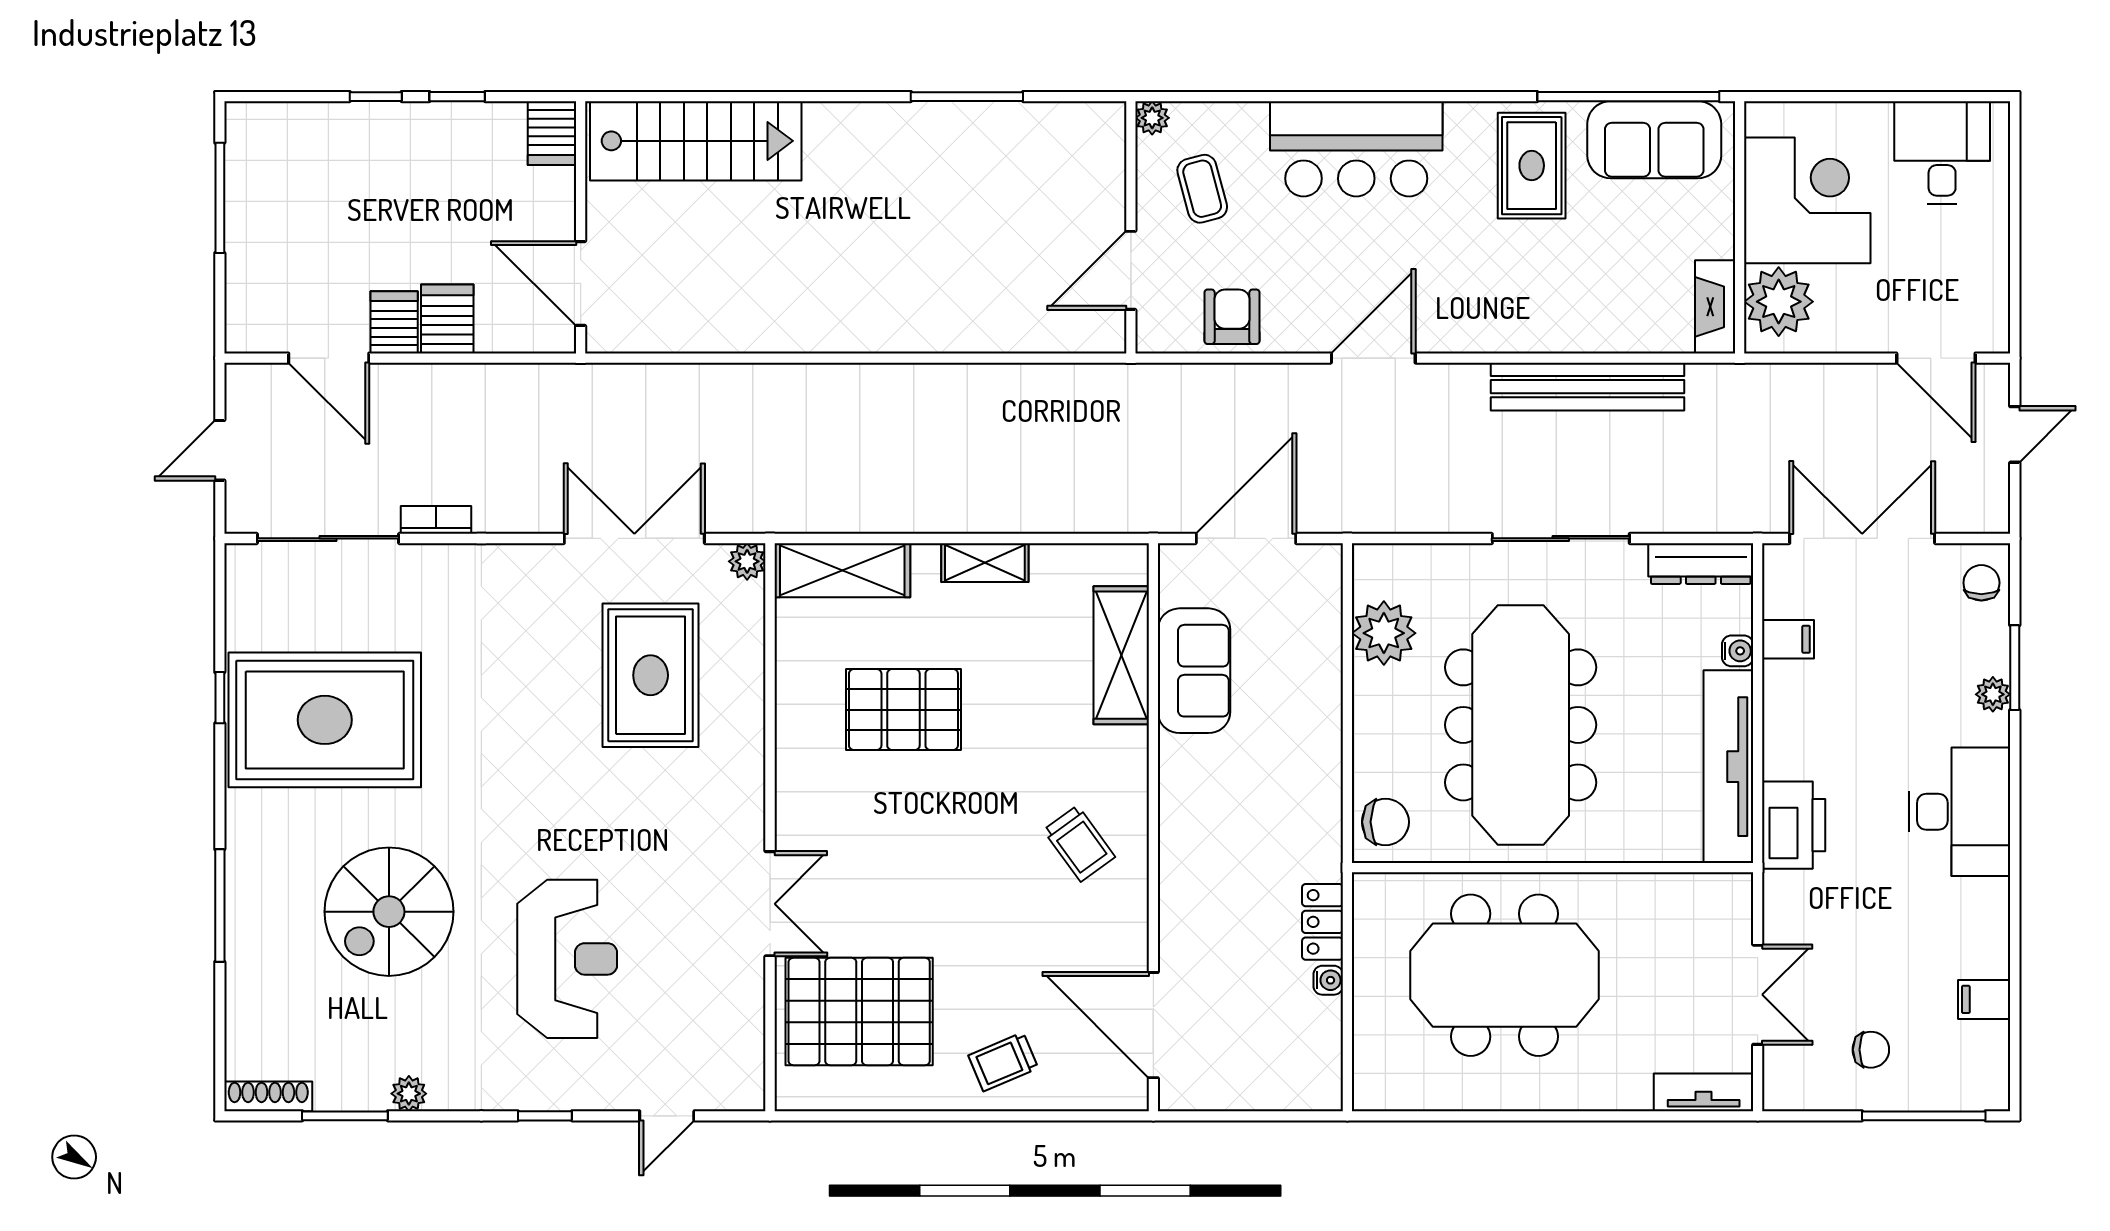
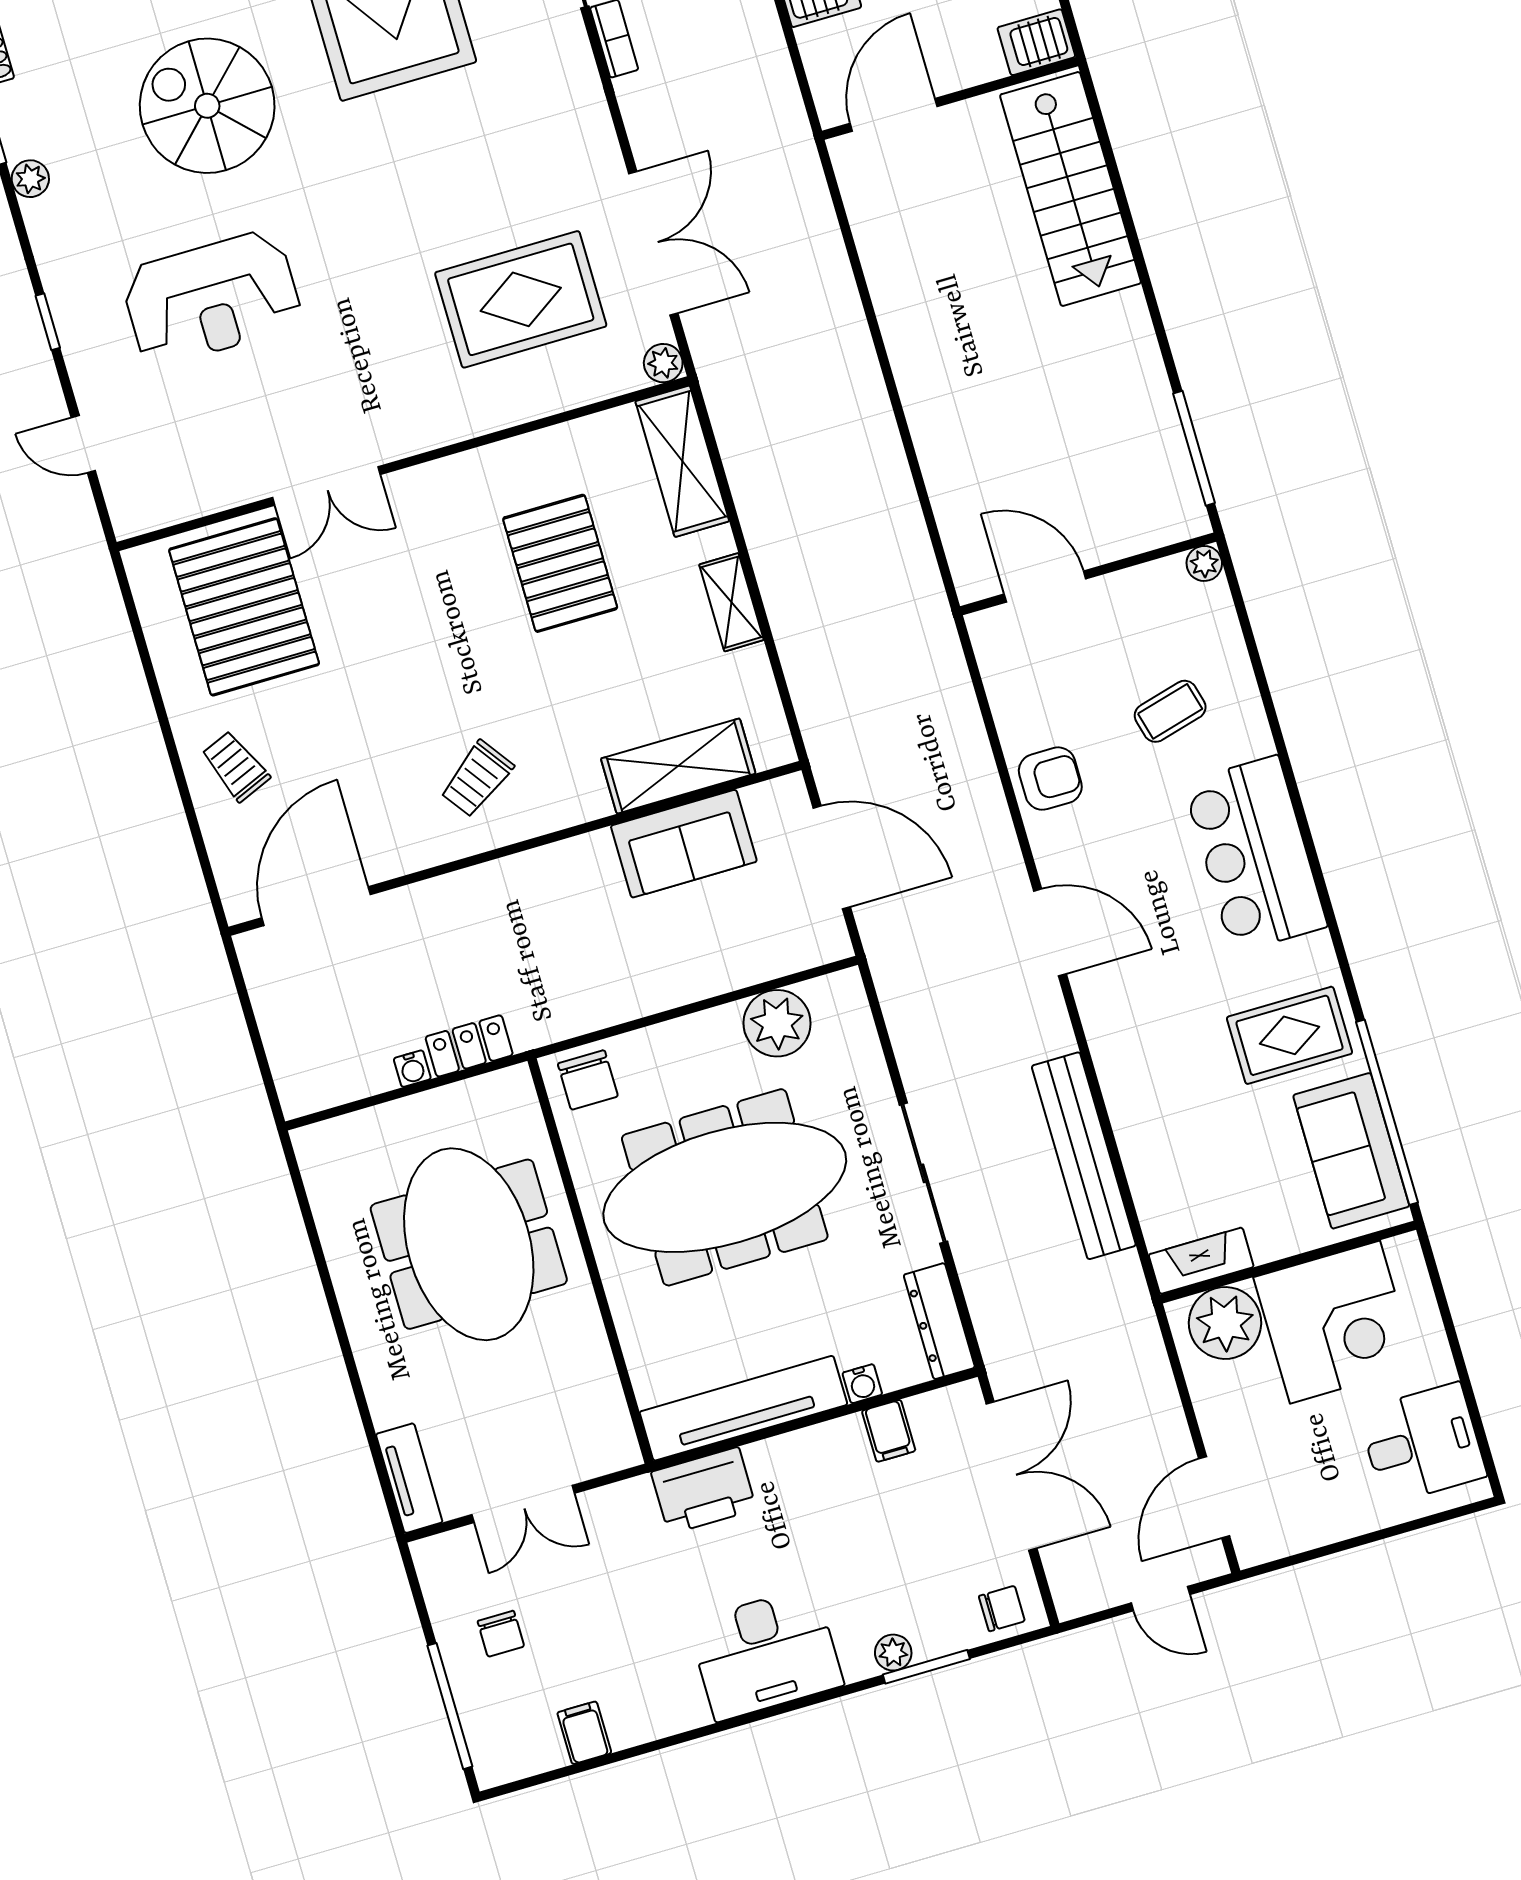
plant: (1152, 118) -> (1204, 563), moved
wall: (1131, 227) -> (1088, 574), moved
door: (1131, 270) -> (1045, 586), moved

